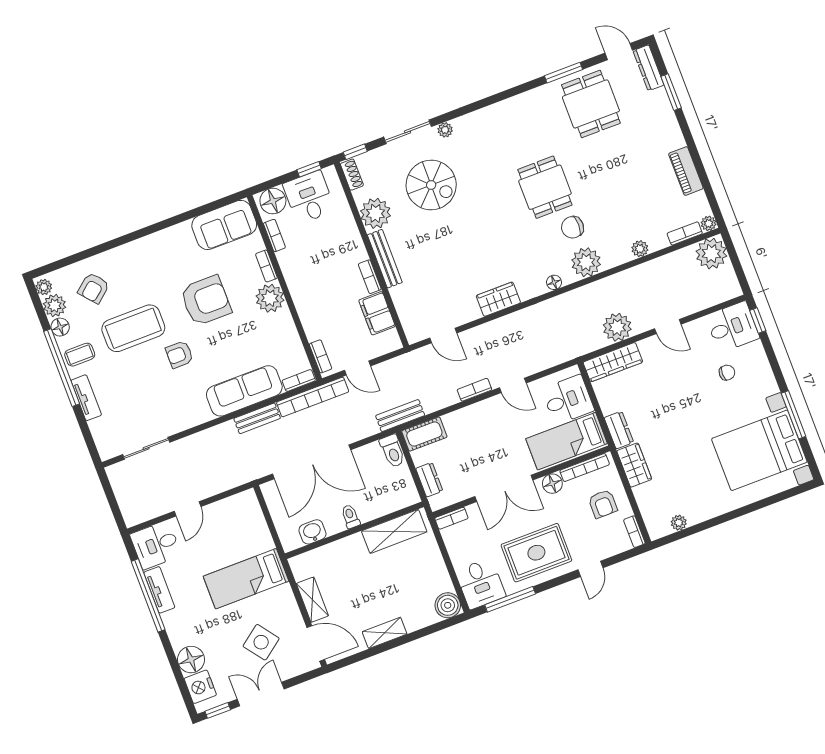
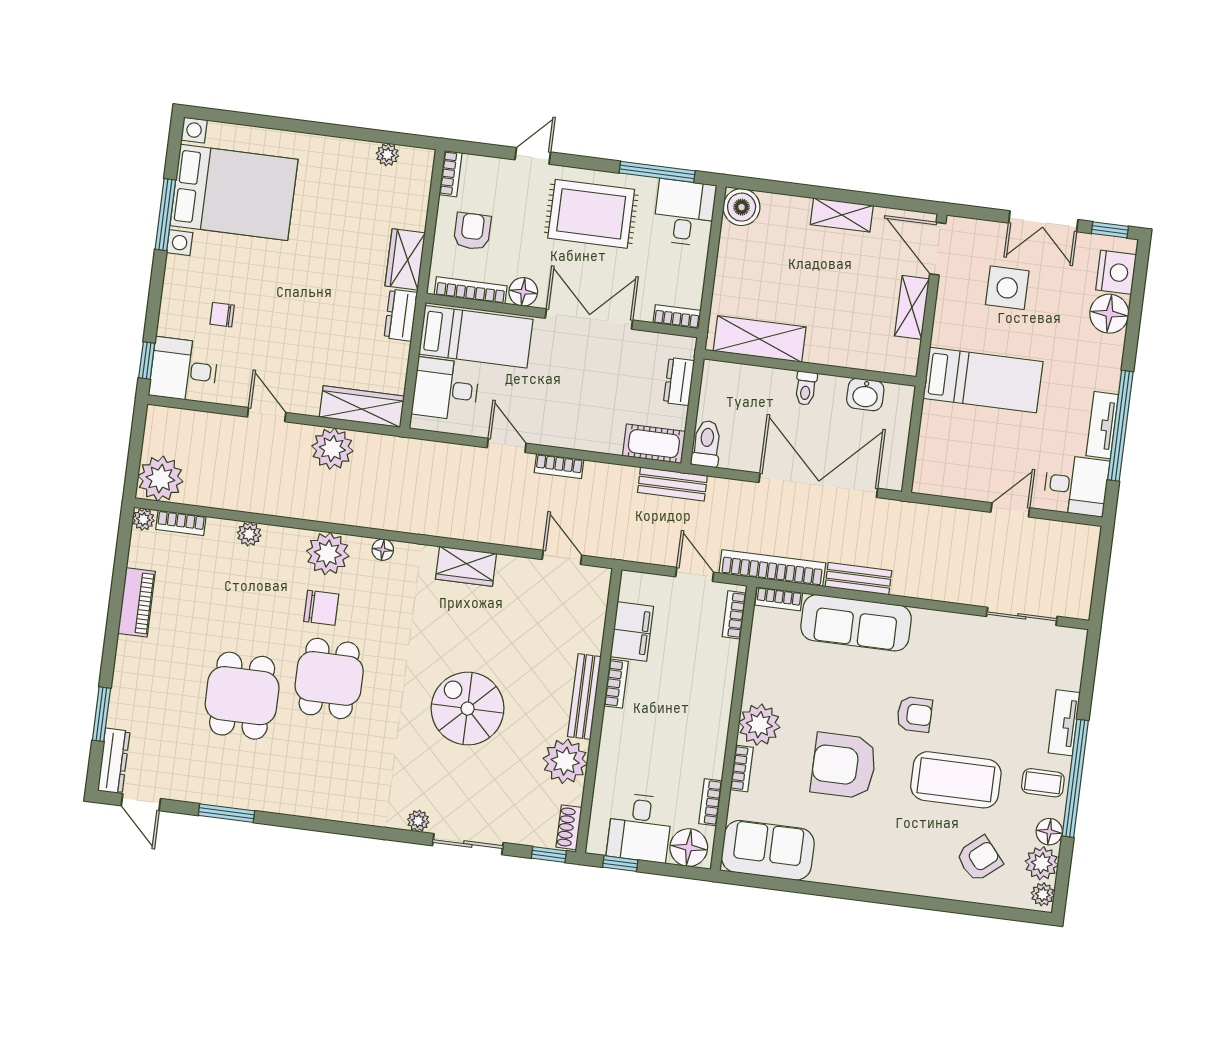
dining table: (591, 104) -> (242, 696), moved
spiral stairs: (431, 185) -> (468, 709), moved
side table: (261, 642) -> (1007, 288), turned 37

